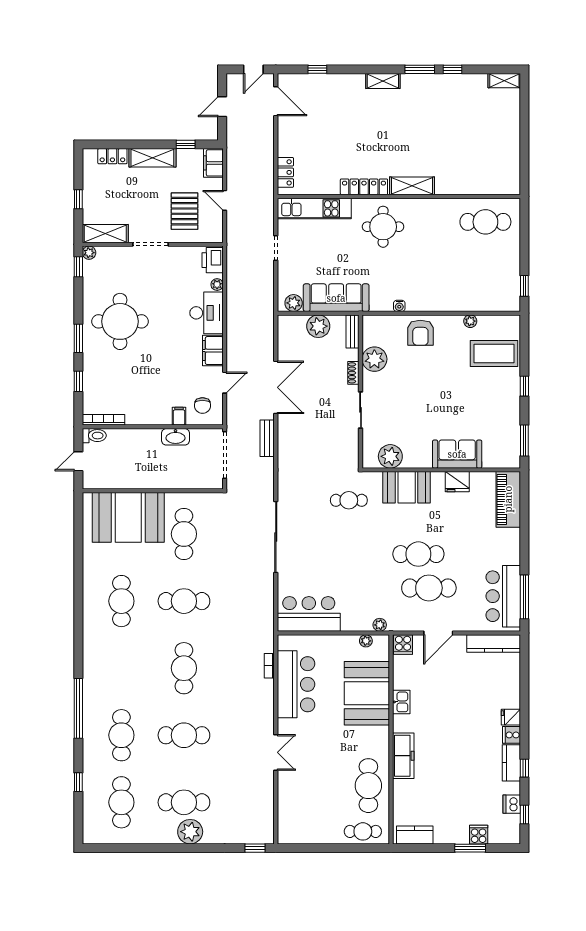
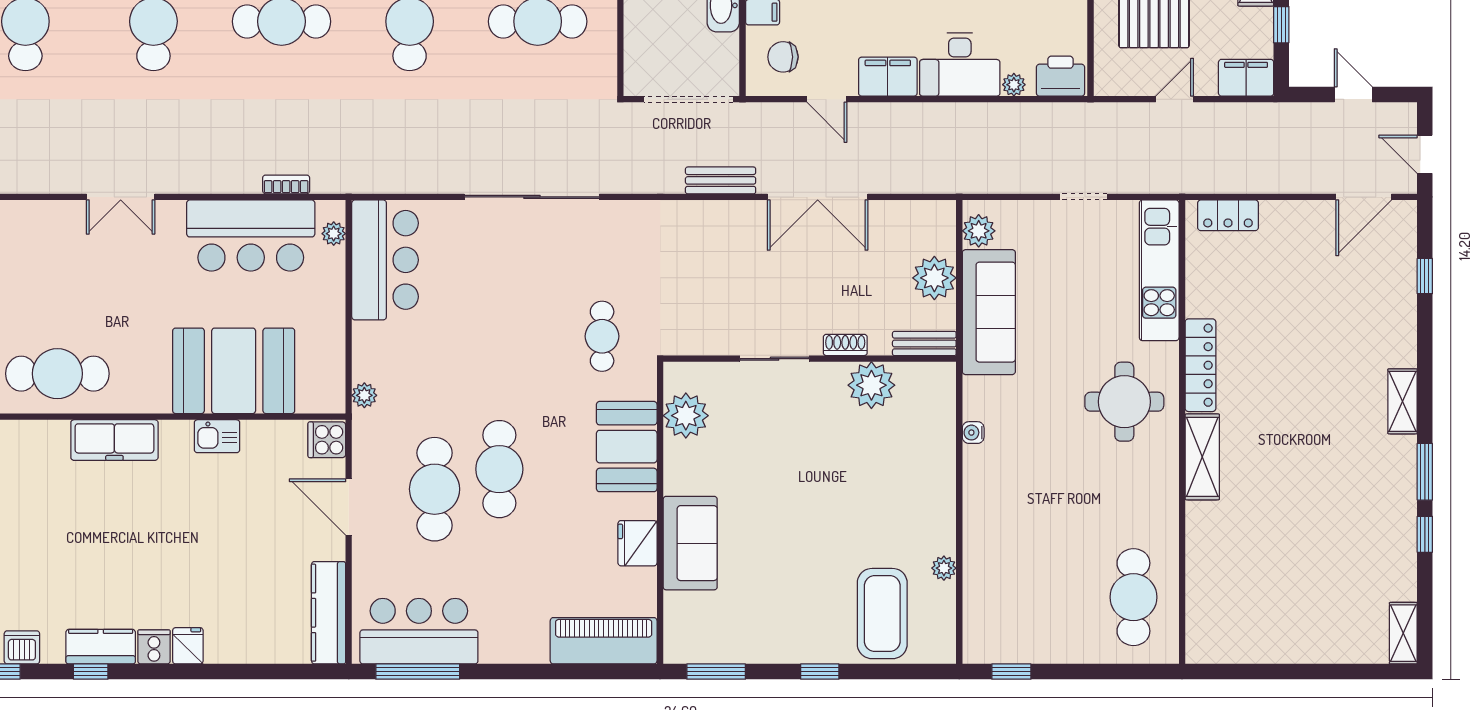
armchair: (420, 333) -> (922, 473), removed
plant: (366, 641) -> (334, 234), moved

